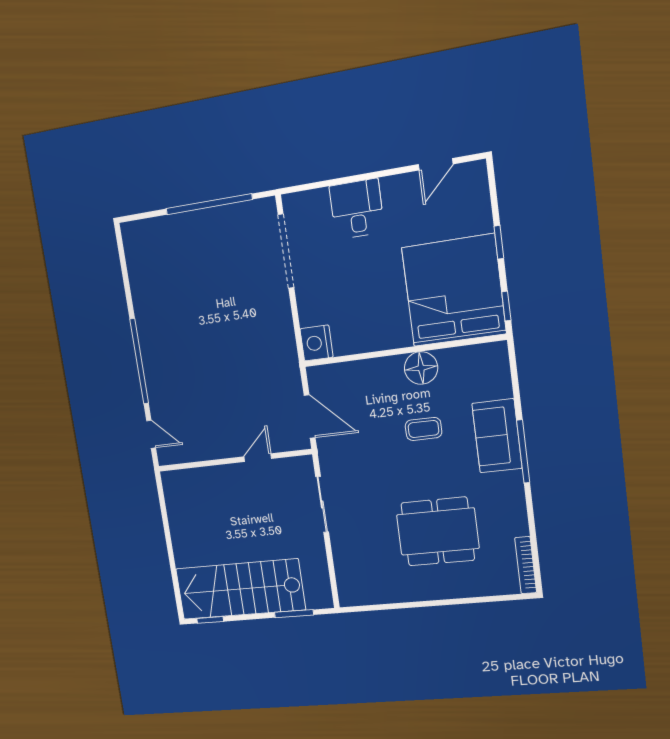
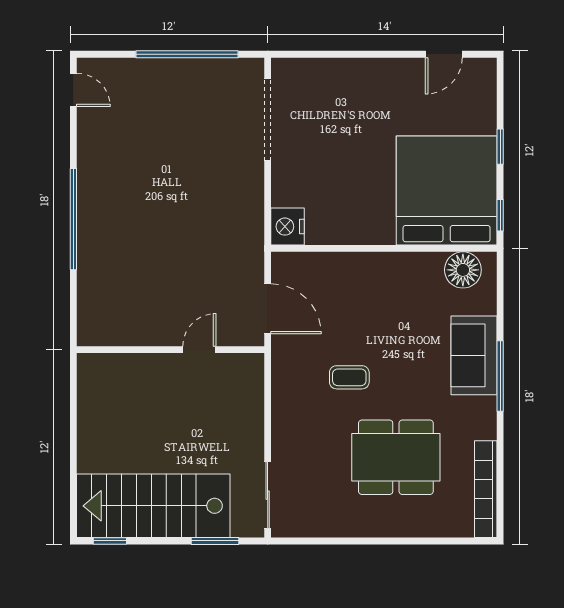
desk: (357, 209) -> (353, 87), removed
floor lamp: (421, 368) -> (463, 270), moved
coffee table: (424, 429) -> (349, 377), moved
door: (151, 434) -> (73, 90), moved
sliding door: (322, 504) -> (268, 495), moved
bookcase: (526, 565) -> (486, 489), width x1.48, depth x1.31

